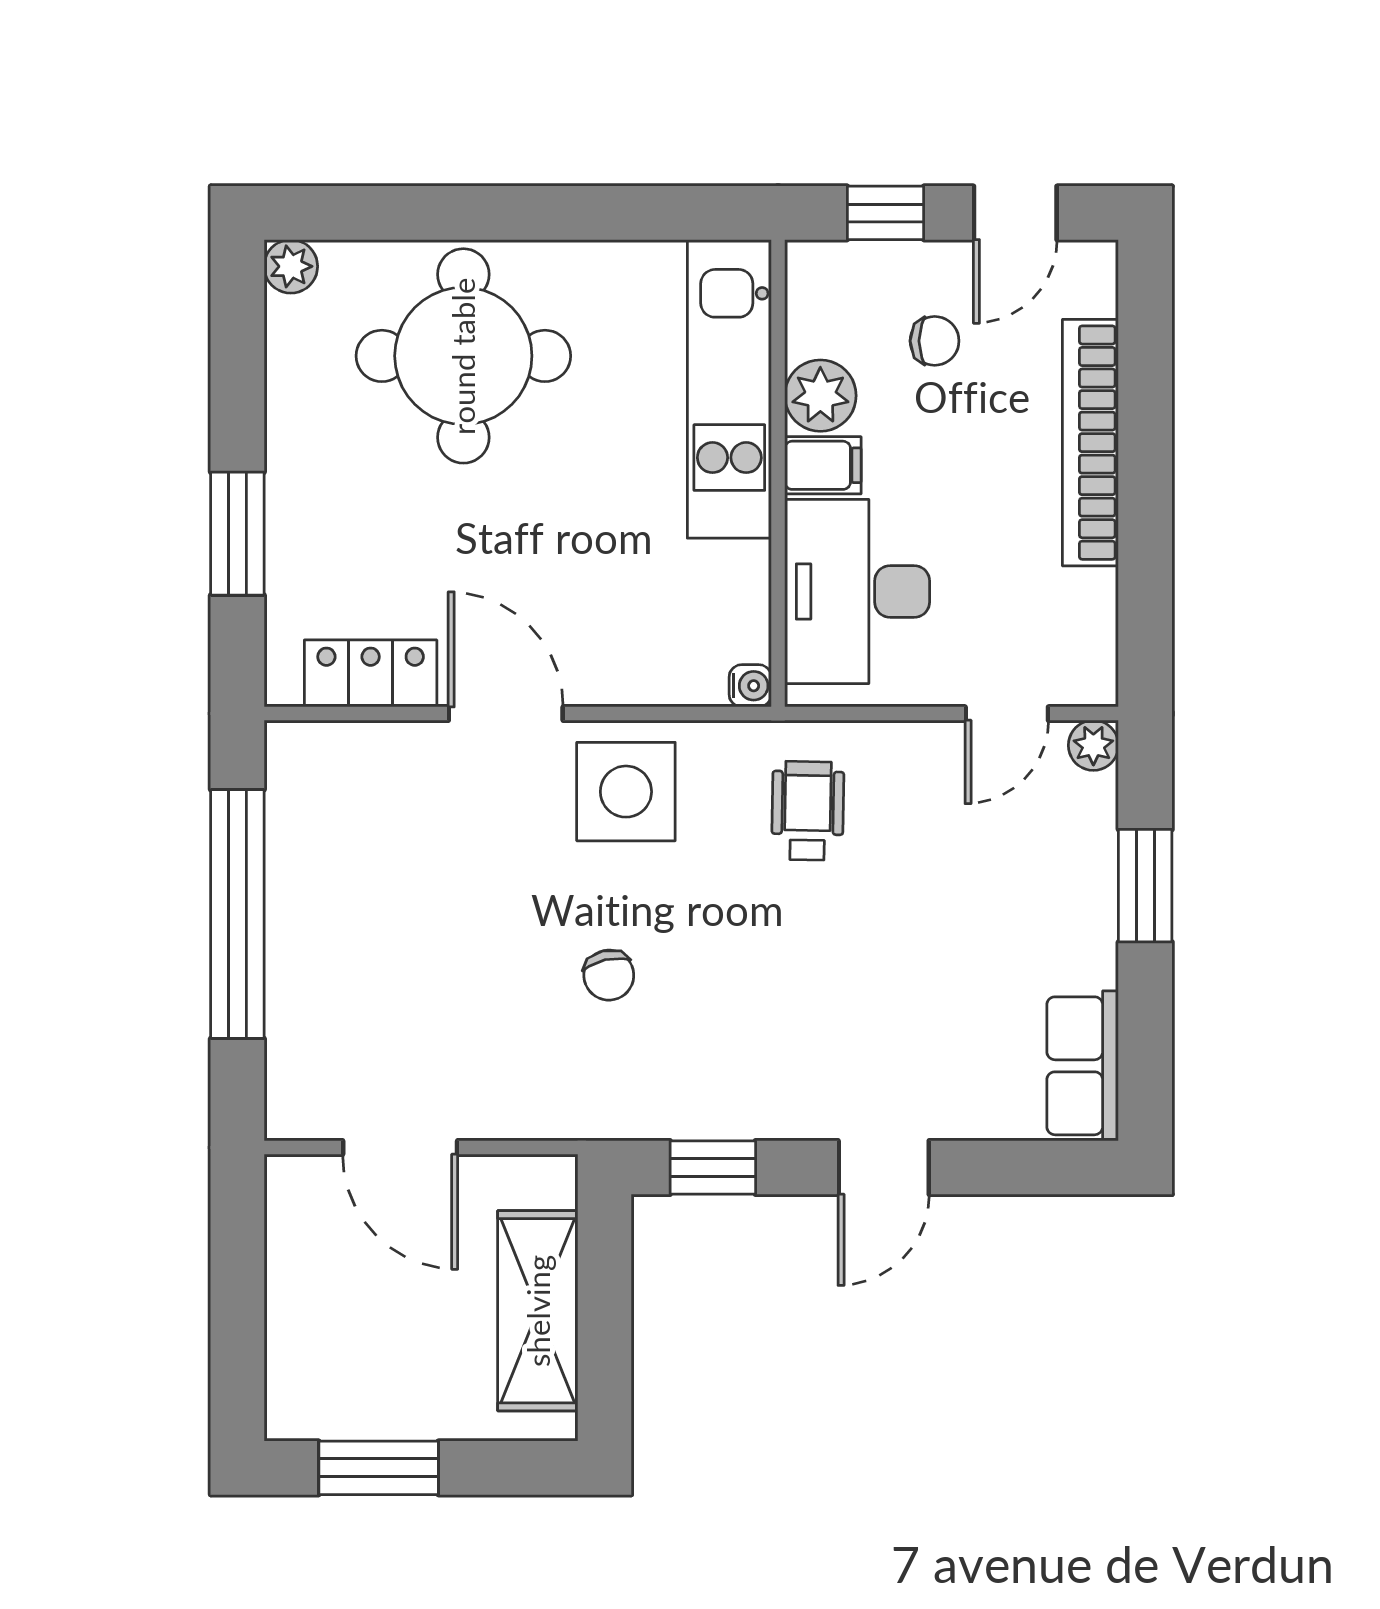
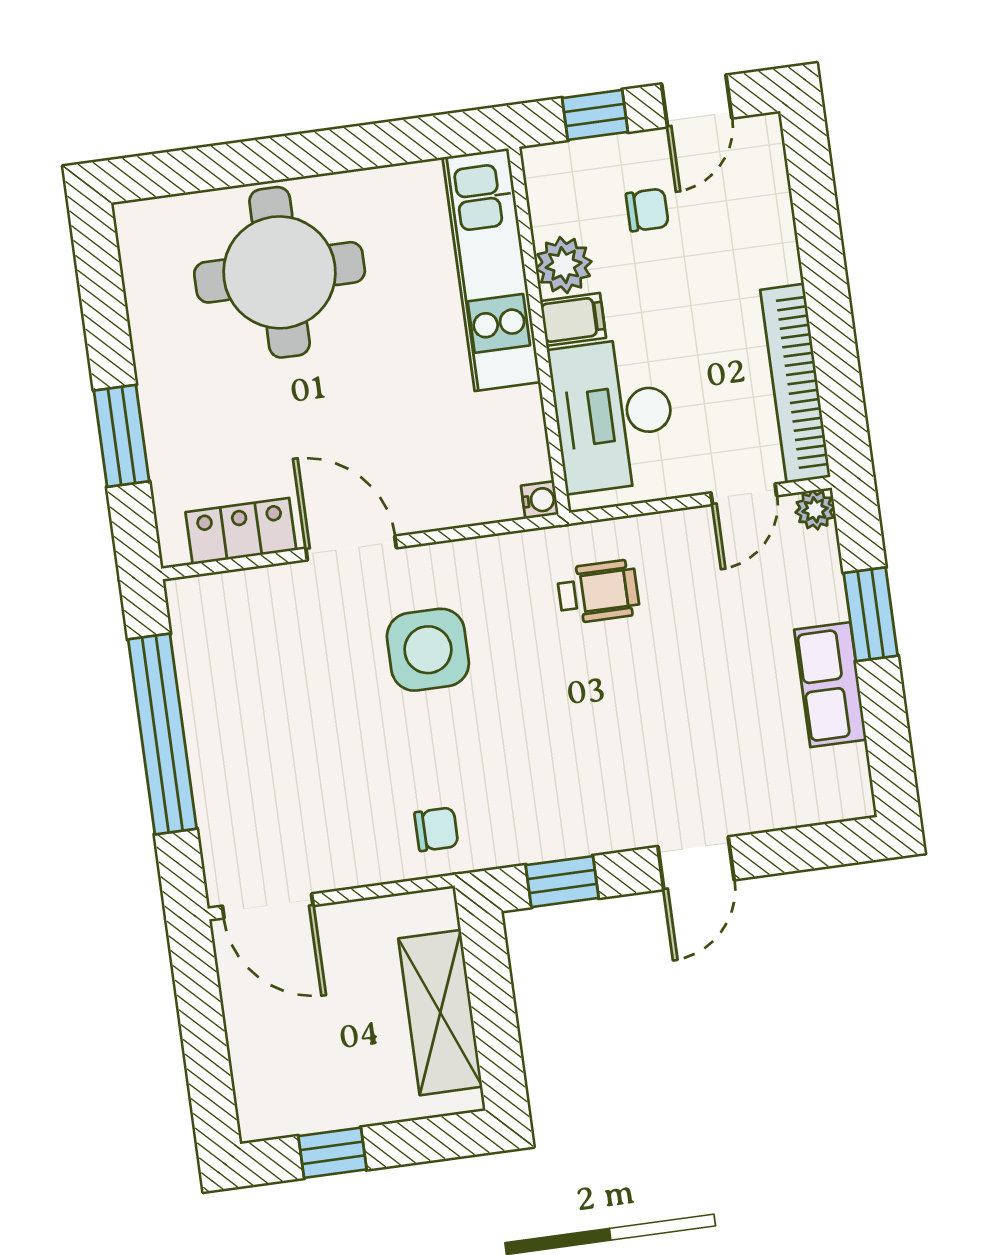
plant: (291, 266) -> (135, 221), removed
bookcase: (1090, 443) -> (795, 383), moved
side table: (626, 792) -> (428, 650), moved
wheelchair: (808, 811) -> (598, 592), turned 89
chair: (609, 975) -> (436, 829), moved, turned -77
row of seats: (1083, 1066) -> (830, 685), moved
door: (400, 1147) -> (268, 906), moved
window: (379, 1468) -> (332, 1153), width x0.67

